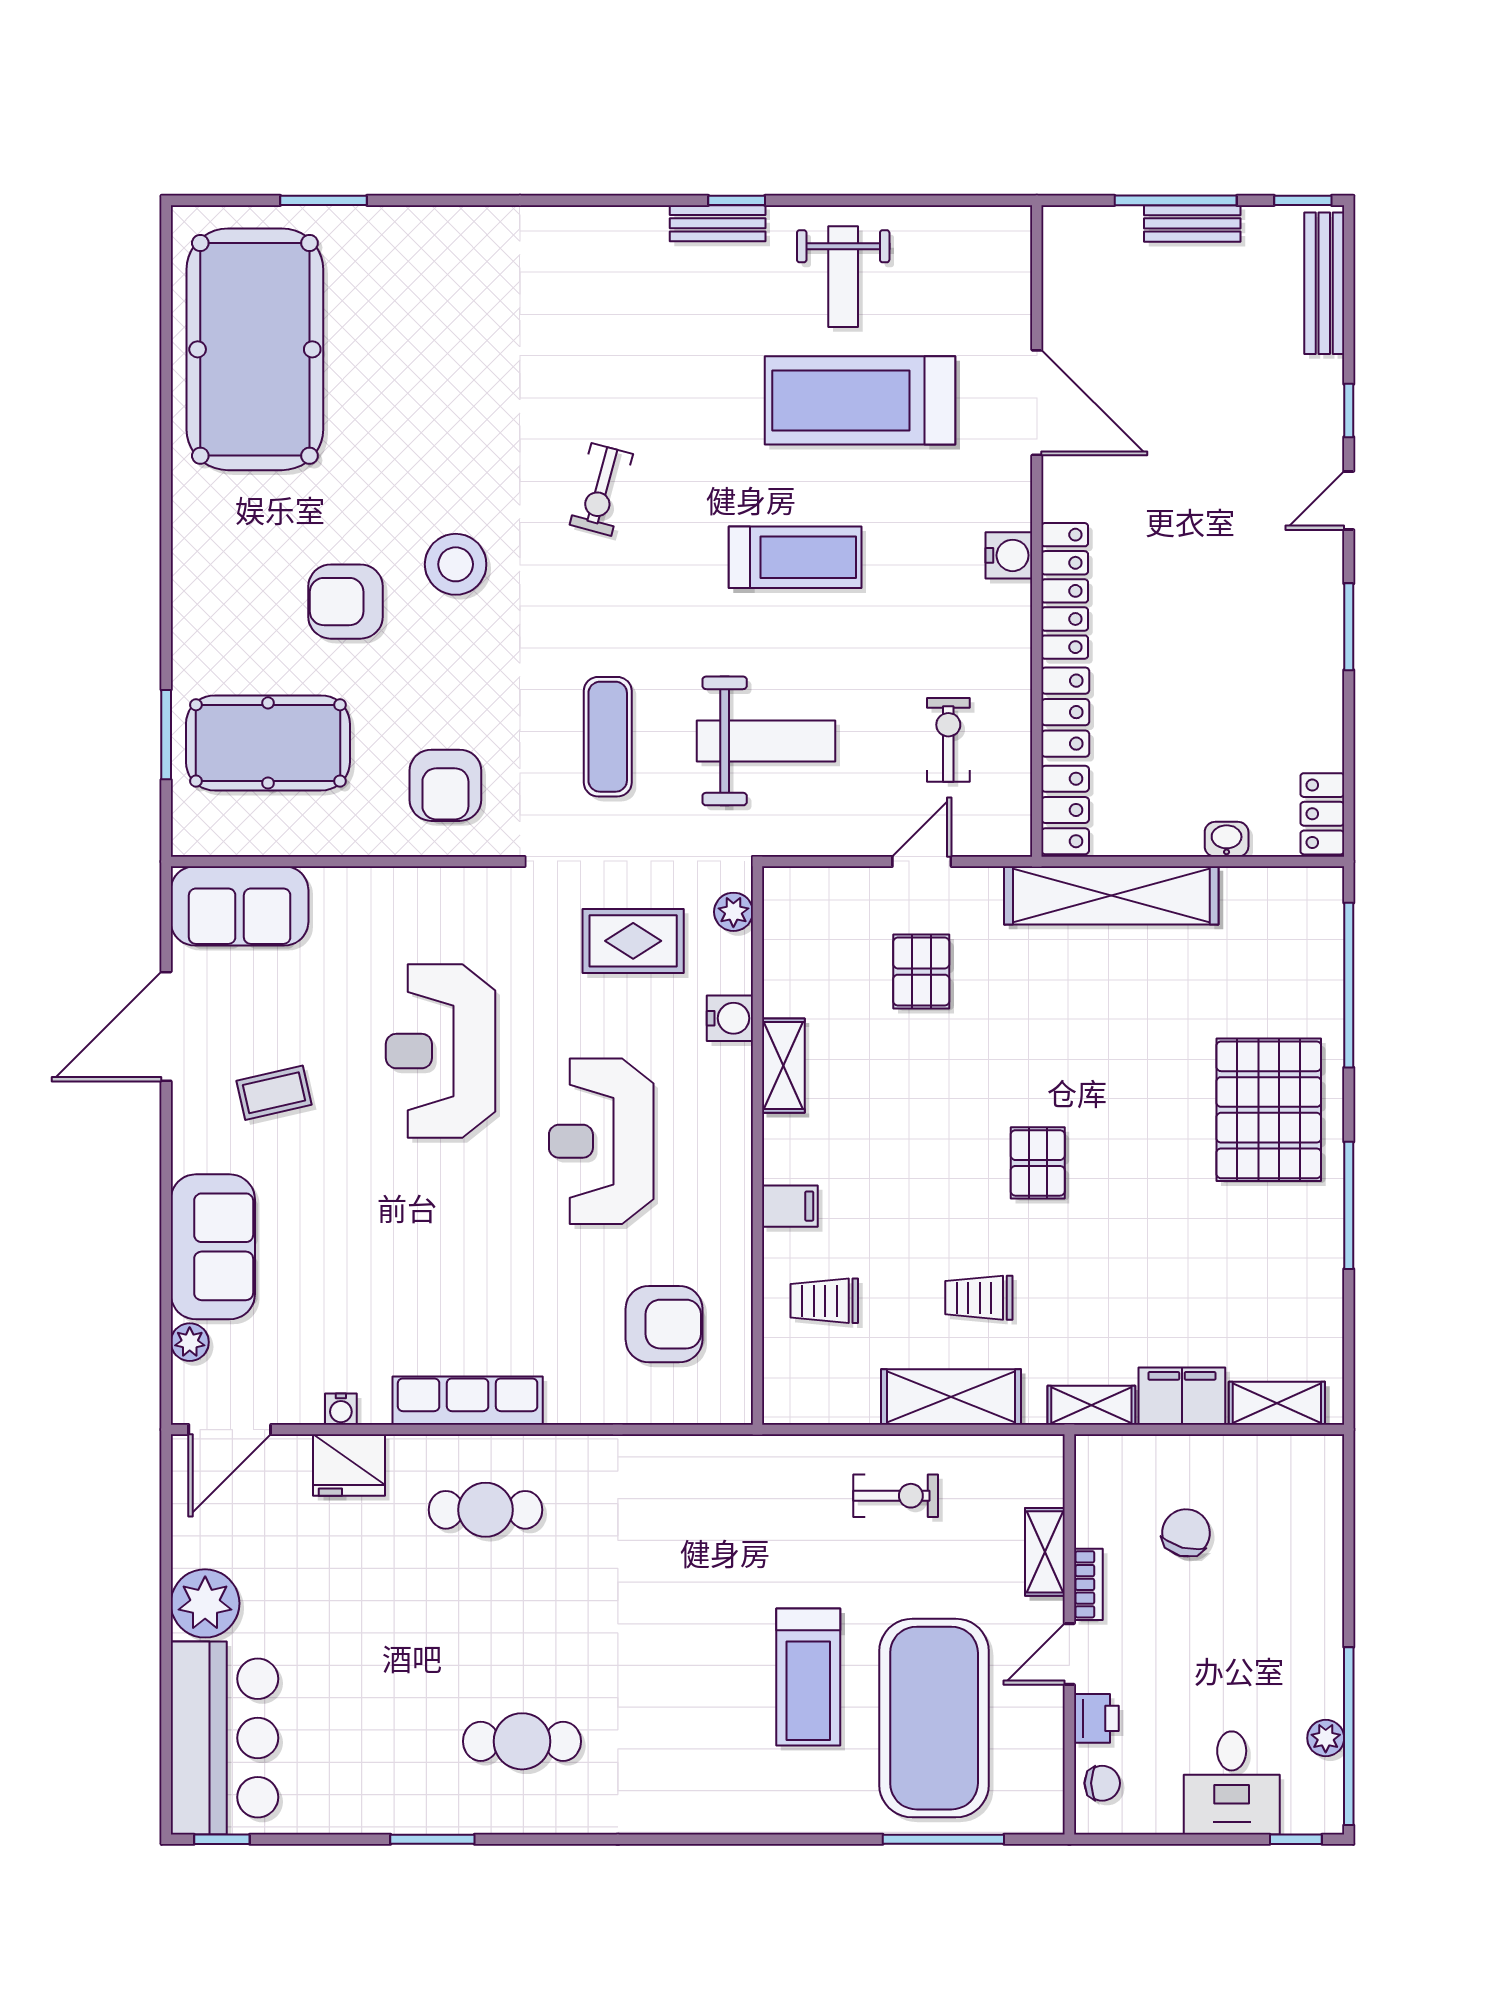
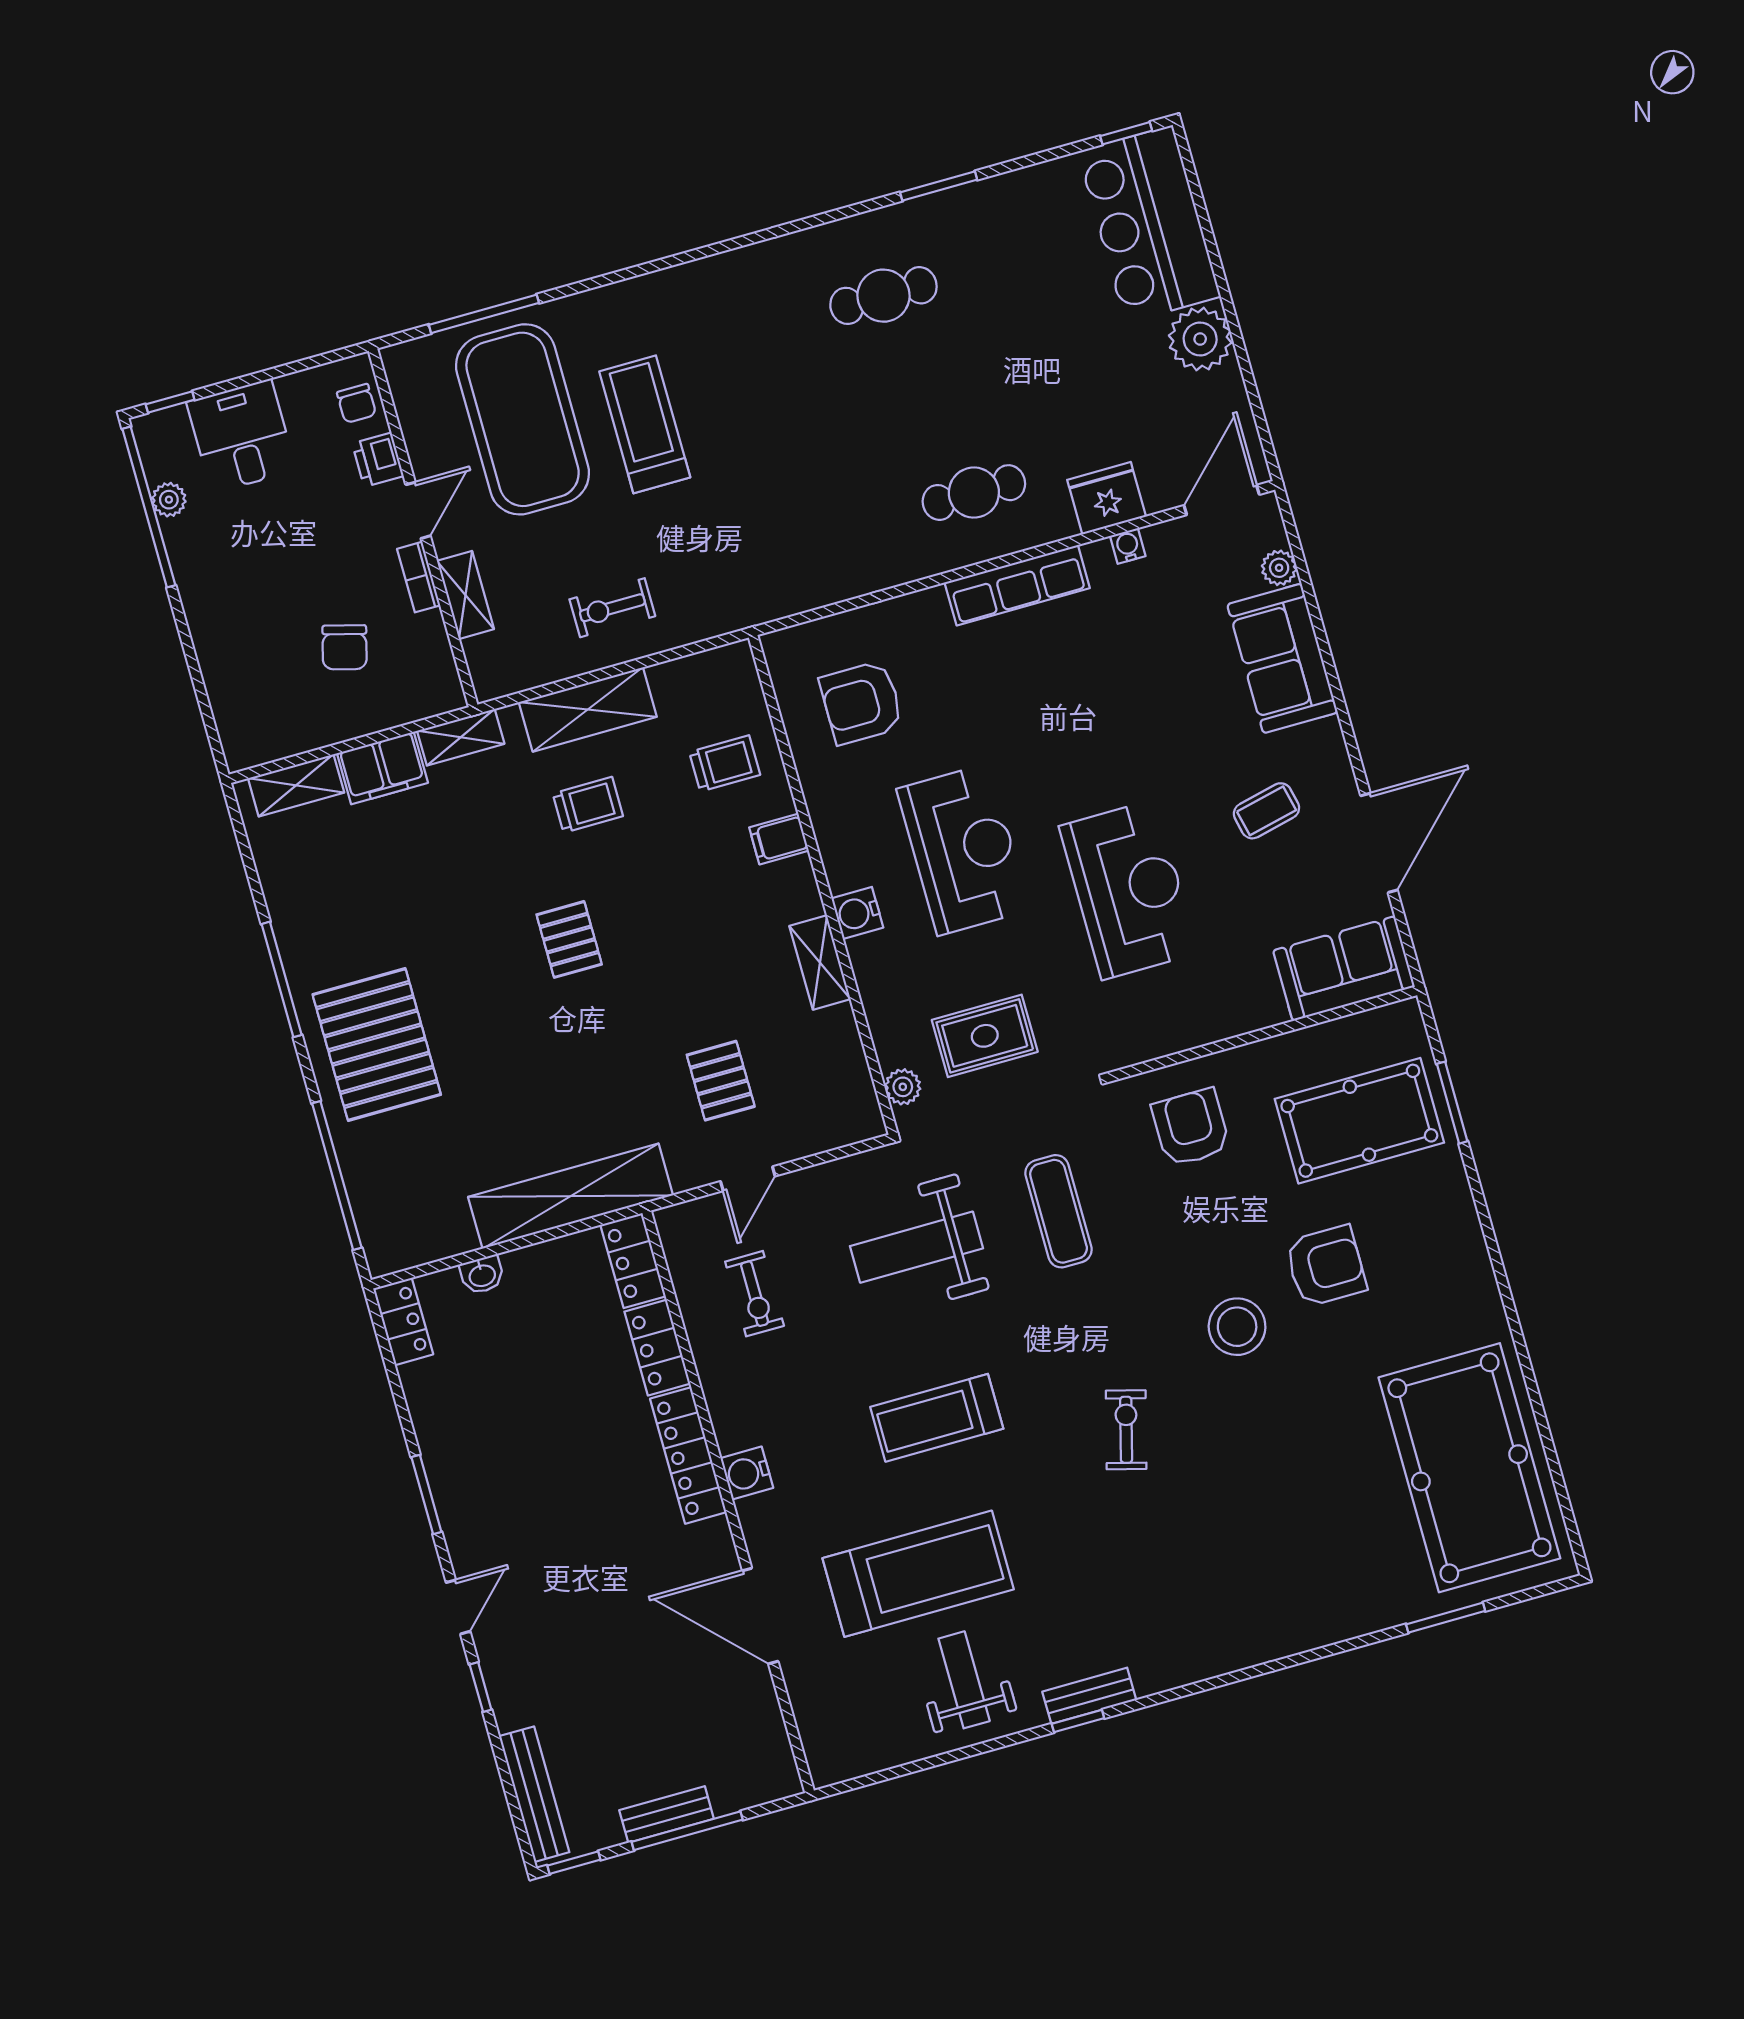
water cooler: (730, 1018) -> (857, 913), moved
chair: (1102, 1783) -> (357, 403), turned -90

